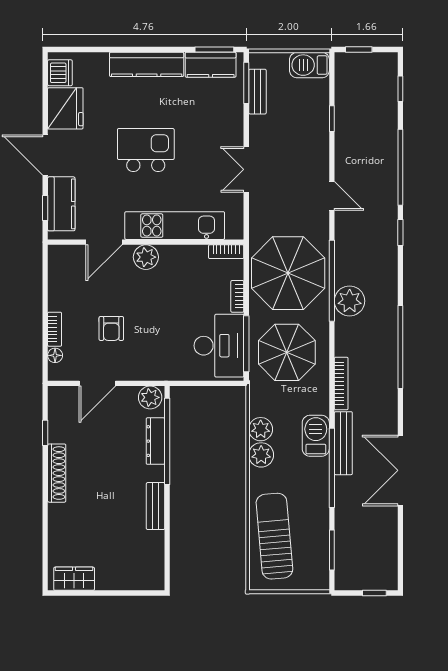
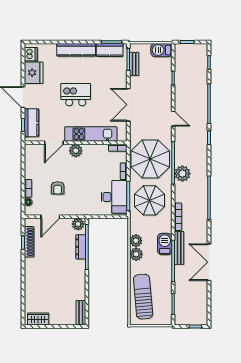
double door: (246, 169) -> (128, 105), width x1.37
shoe rack: (57, 473) -> (29, 242), moved
bench: (156, 506) -> (81, 313), moved

